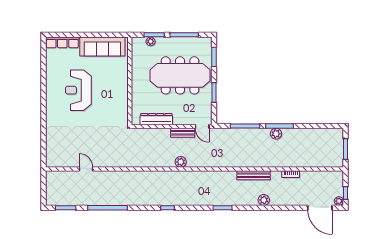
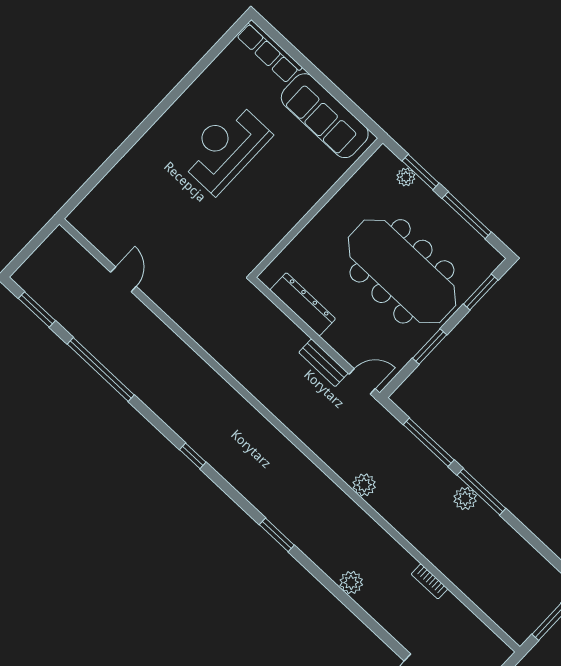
door: (202, 127) -> (362, 381), swing flipped
plant: (181, 162) -> (364, 485), moved
bench: (253, 175) -> (371, 530), removed

